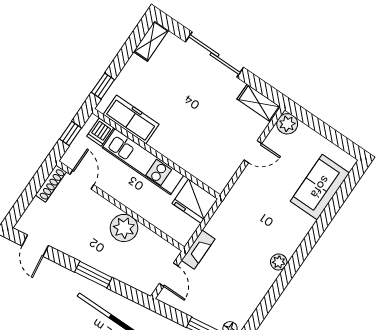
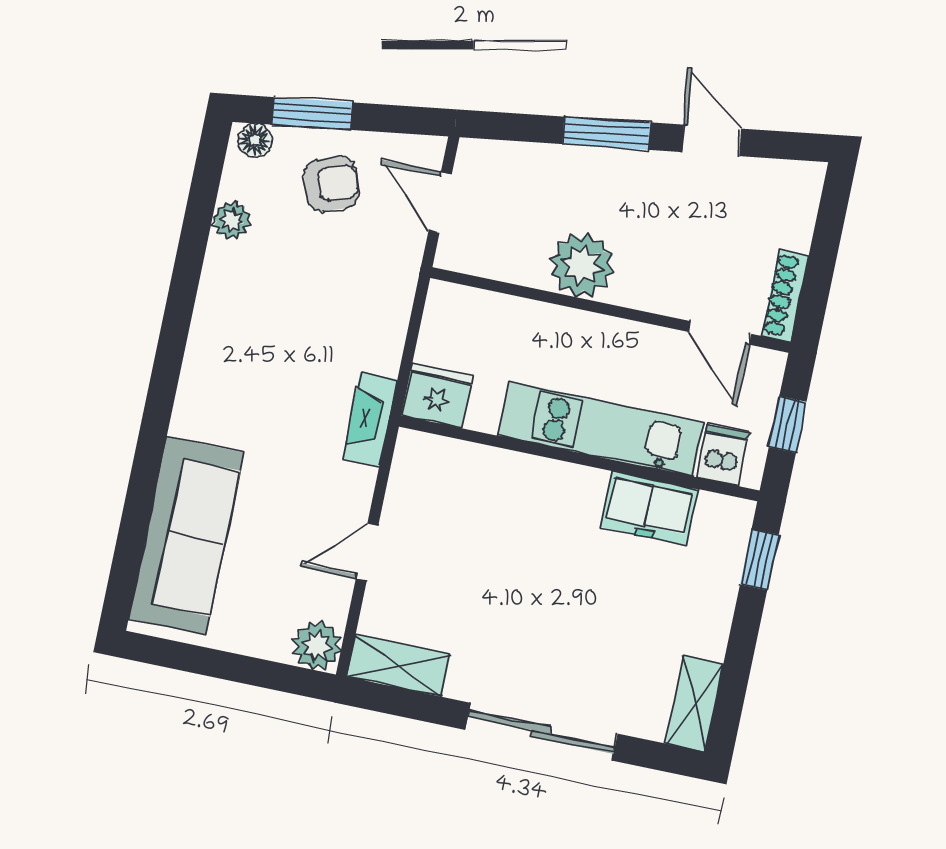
freezer: (131, 119) -> (649, 508), width x0.71
sofa: (320, 187) -> (186, 536), width x1.36
fridge: (195, 201) -> (437, 396), width x0.73, depth x0.75
door: (35, 246) -> (712, 140), moved
fireplace: (198, 250) -> (370, 419), moved
plant: (279, 262) -> (232, 220), moved
armchair: (208, 299) -> (331, 184), added

